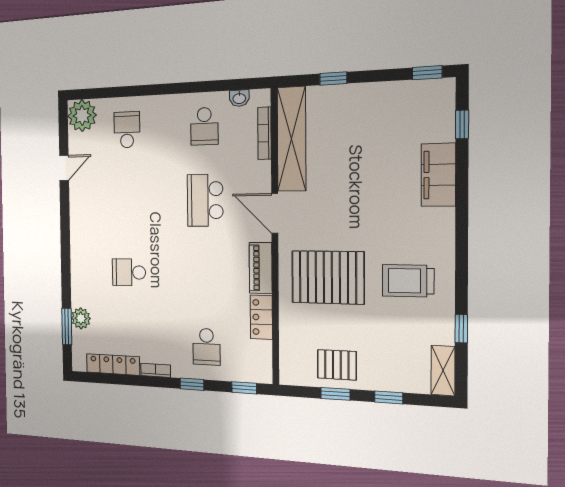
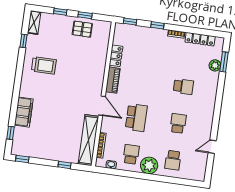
plant: (82, 116) -> (149, 165), moved
pallet: (328, 277) -> (81, 71), removed
school desk: (207, 347) -> (178, 123), moved

